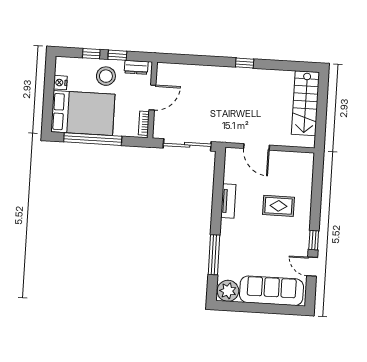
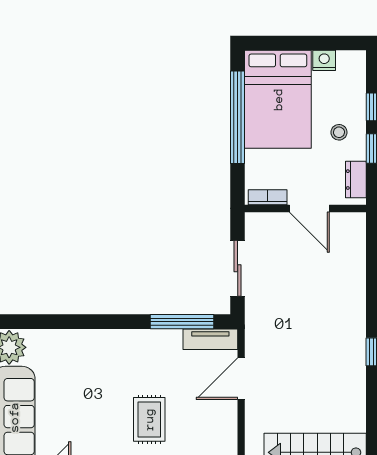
stool: (106, 76) -> (339, 132), width x0.53, depth x0.53
sliding door: (187, 145) -> (238, 268), width x0.73
tv unit: (228, 201) -> (210, 339), moved
window: (214, 255) -> (182, 322), moved

